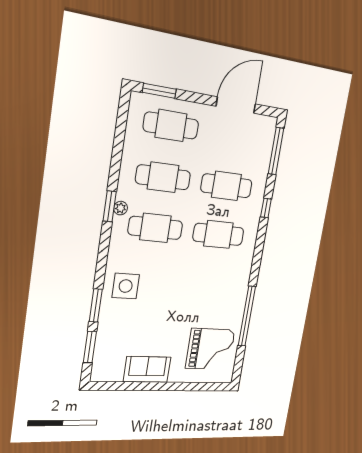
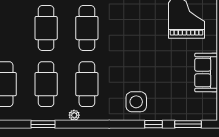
window: (110, 206) -> (43, 124), moved
window: (96, 305) -> (154, 124), width x0.67

